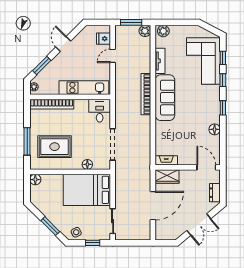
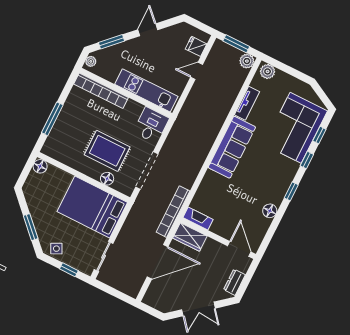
bookcase: (146, 94) -> (173, 212), moved
rug: (55, 147) -> (107, 151), moved

